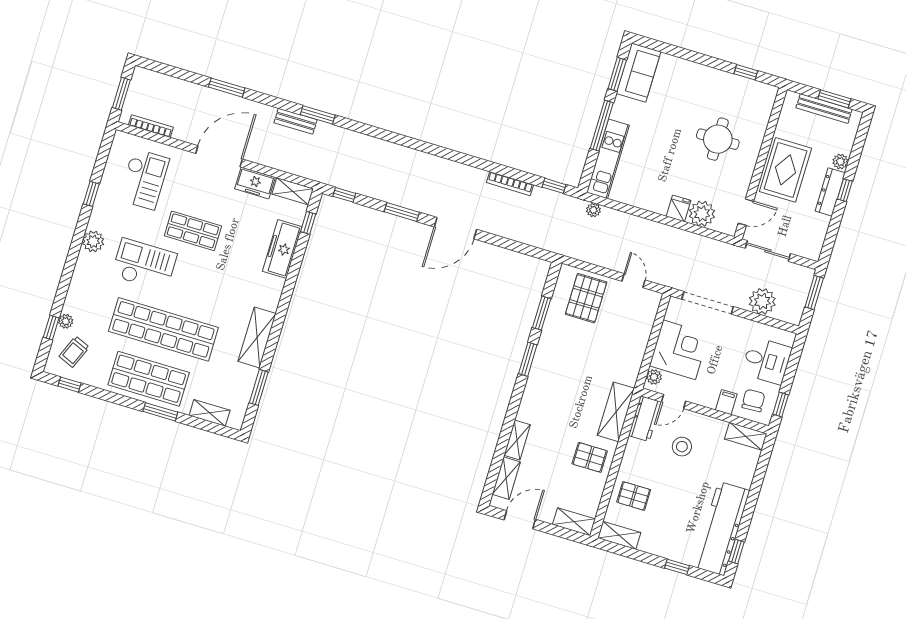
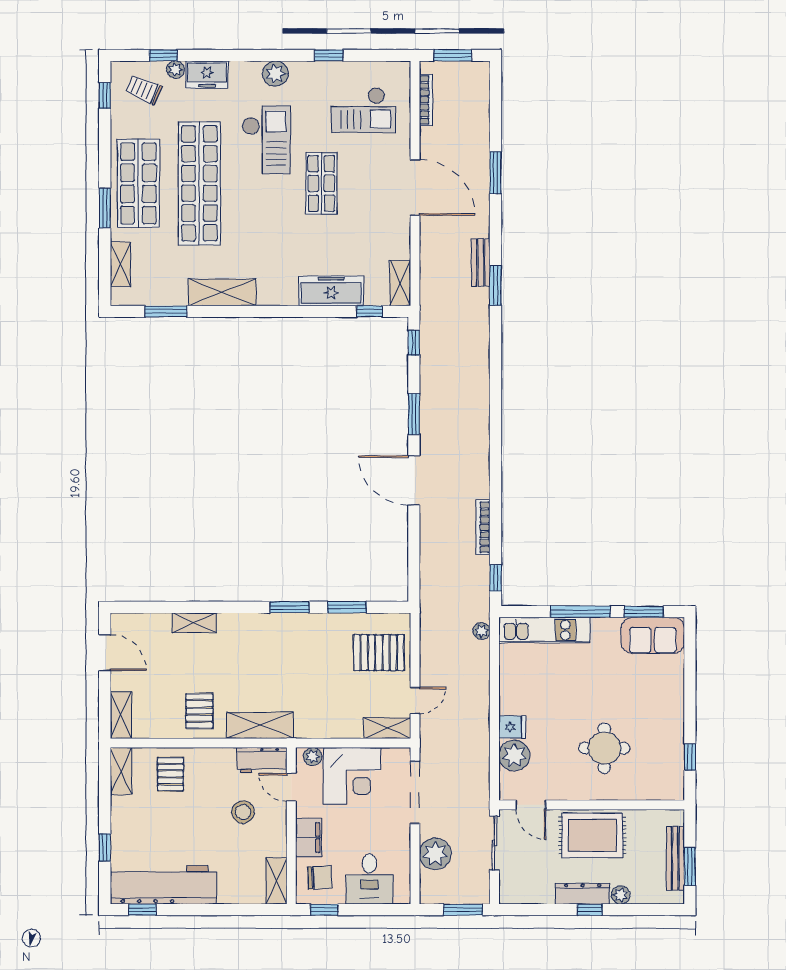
freezer: (255, 183) -> (207, 75), moved, turned -90
filing cabinet: (726, 402) -> (309, 838), width x2.00
shelving: (506, 478) -> (387, 728), moved

